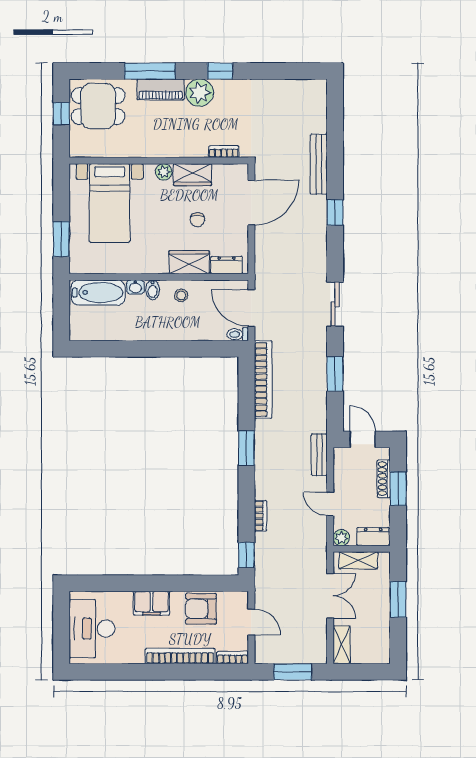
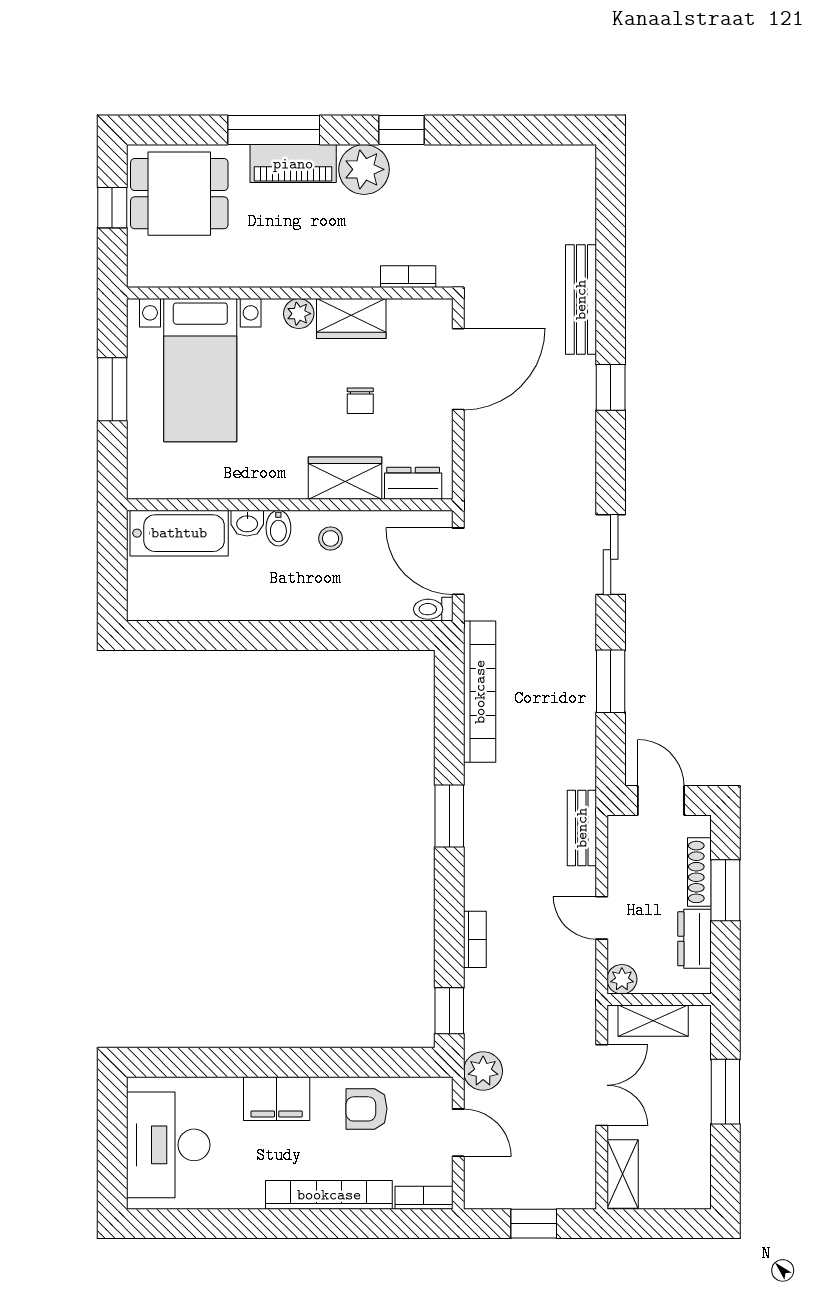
window: (61, 239) -> (112, 389), moved
dresser: (373, 537) -> (694, 939), moved, turned -90
plant: (265, 588) -> (483, 1071), added
armchair: (201, 609) -> (367, 1109), width x0.72, depth x0.72
window: (293, 672) -> (534, 1224), width x0.67

